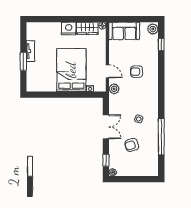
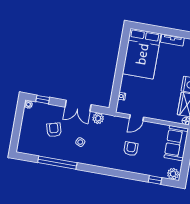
window: (23, 61) -> (163, 31), removed
bed: (71, 70) -> (142, 54), moved, turned 90
plant: (114, 89) -> (98, 118), moved

